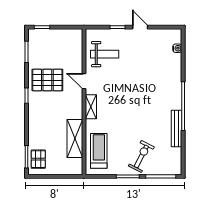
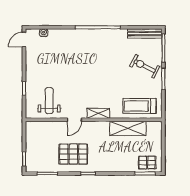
door: (140, 27) -> (24, 40), moved
pallet: (47, 80) -> (73, 154), turned 90
bench: (176, 128) -> (145, 34), moved

